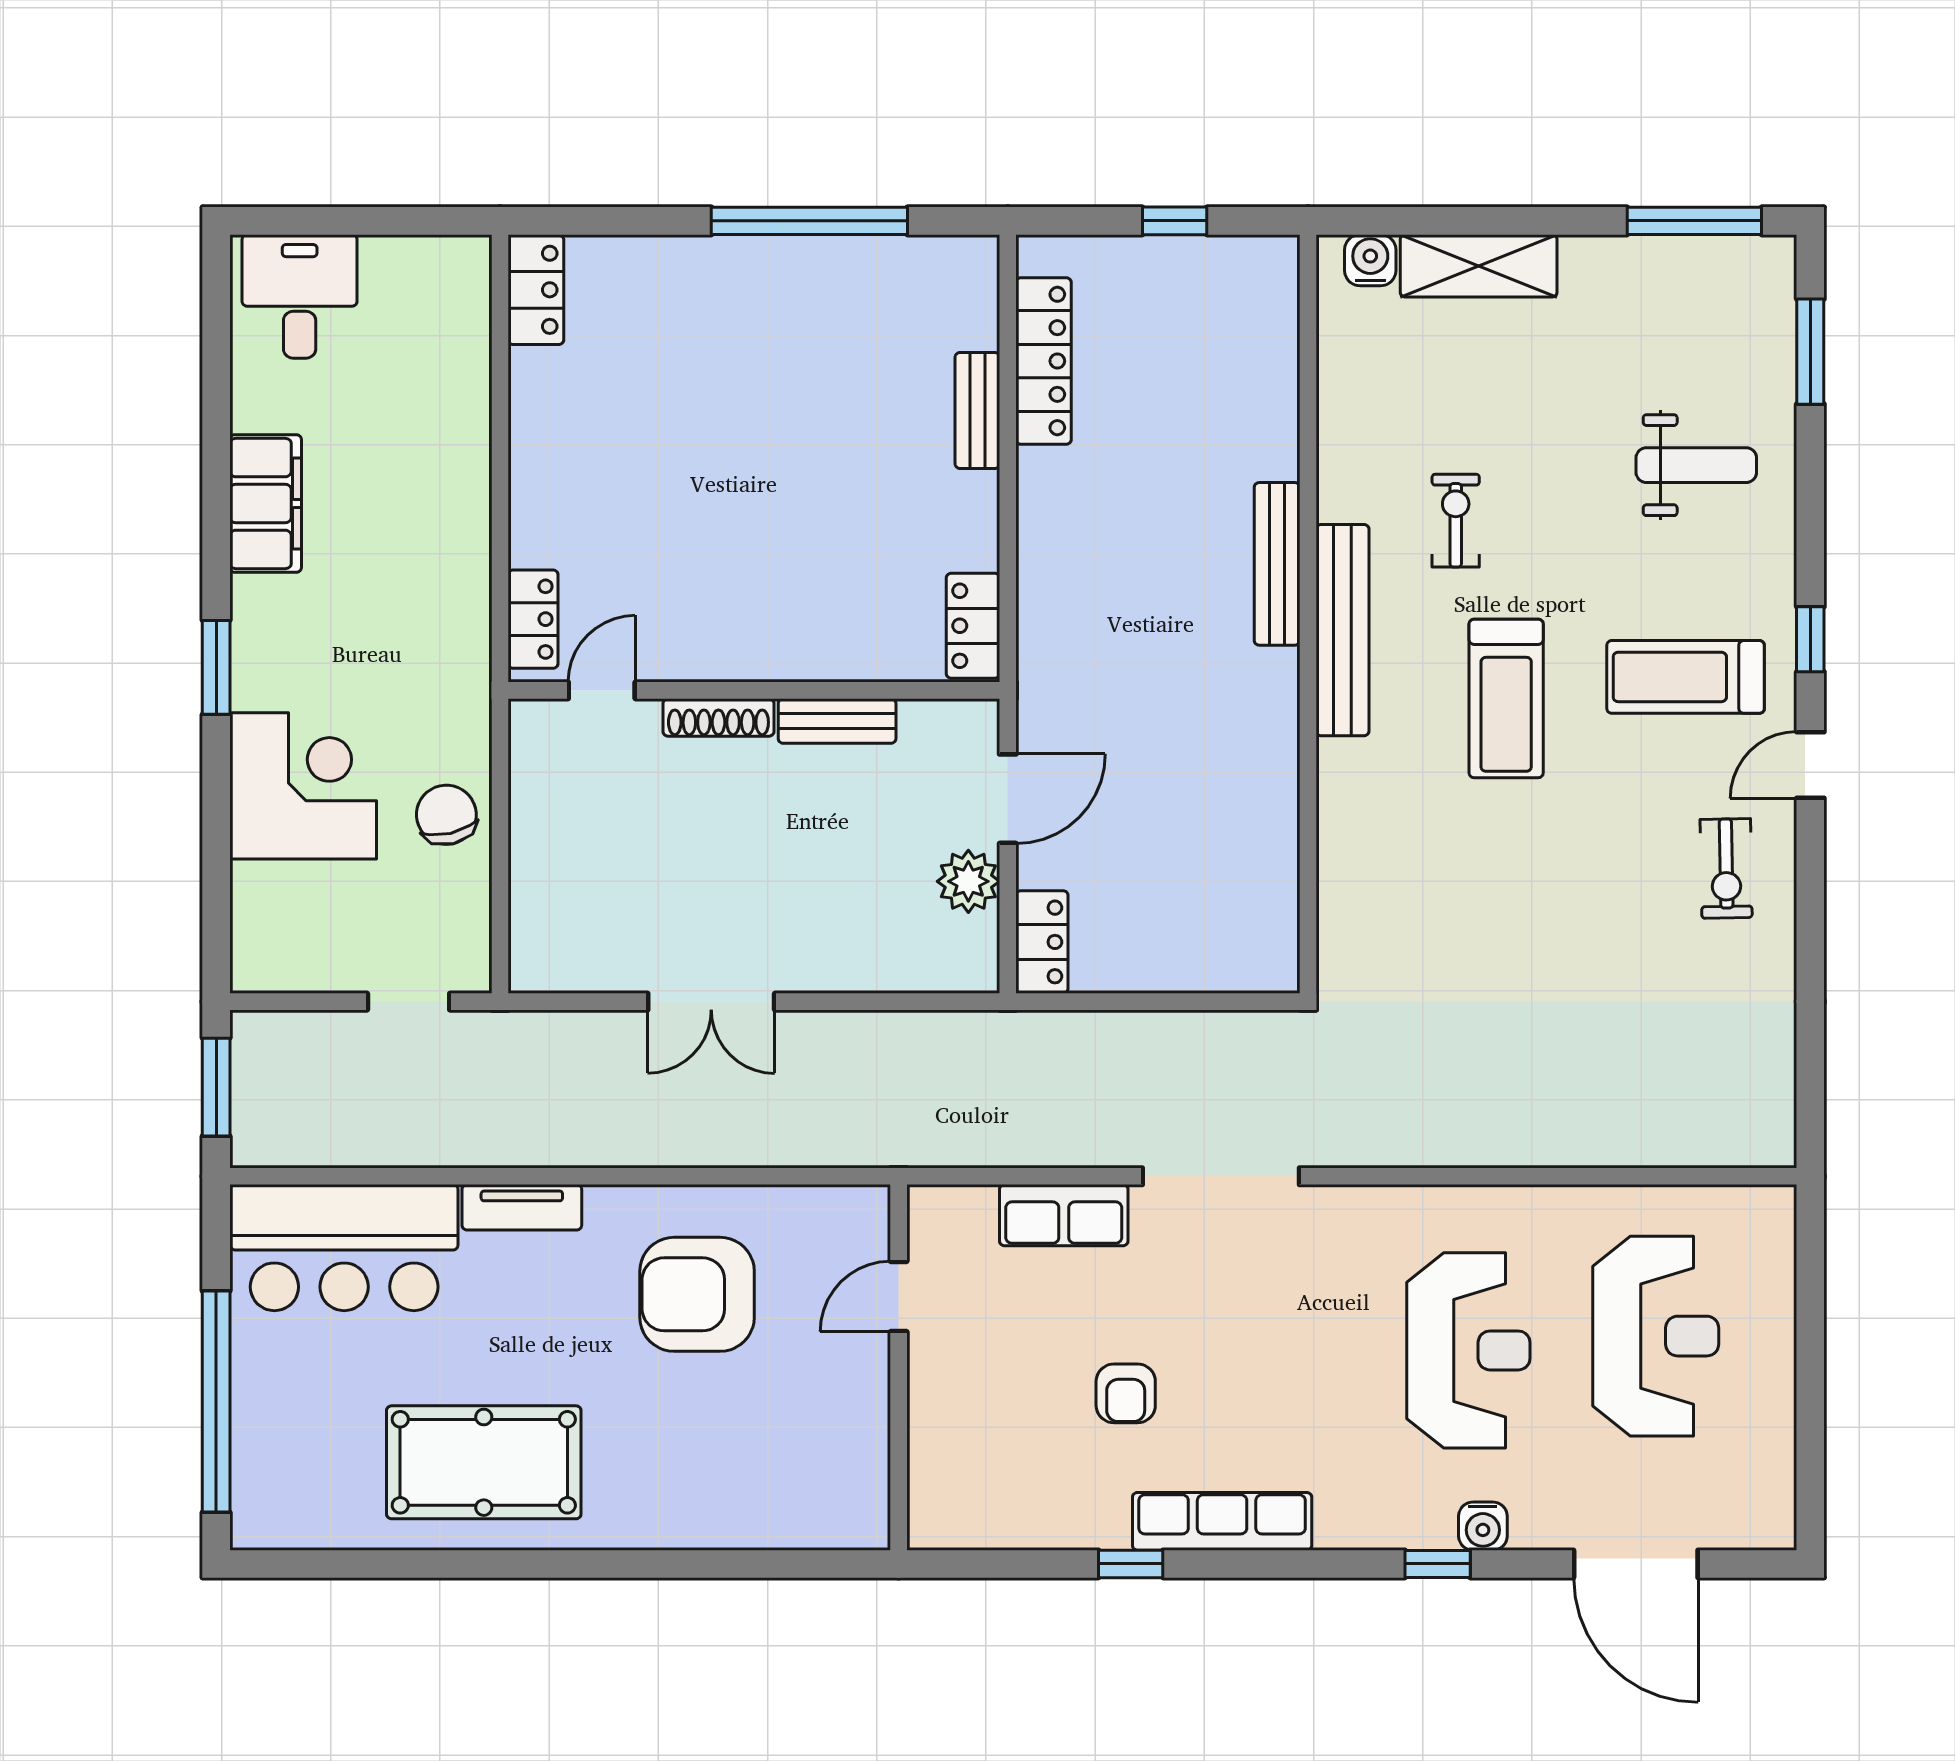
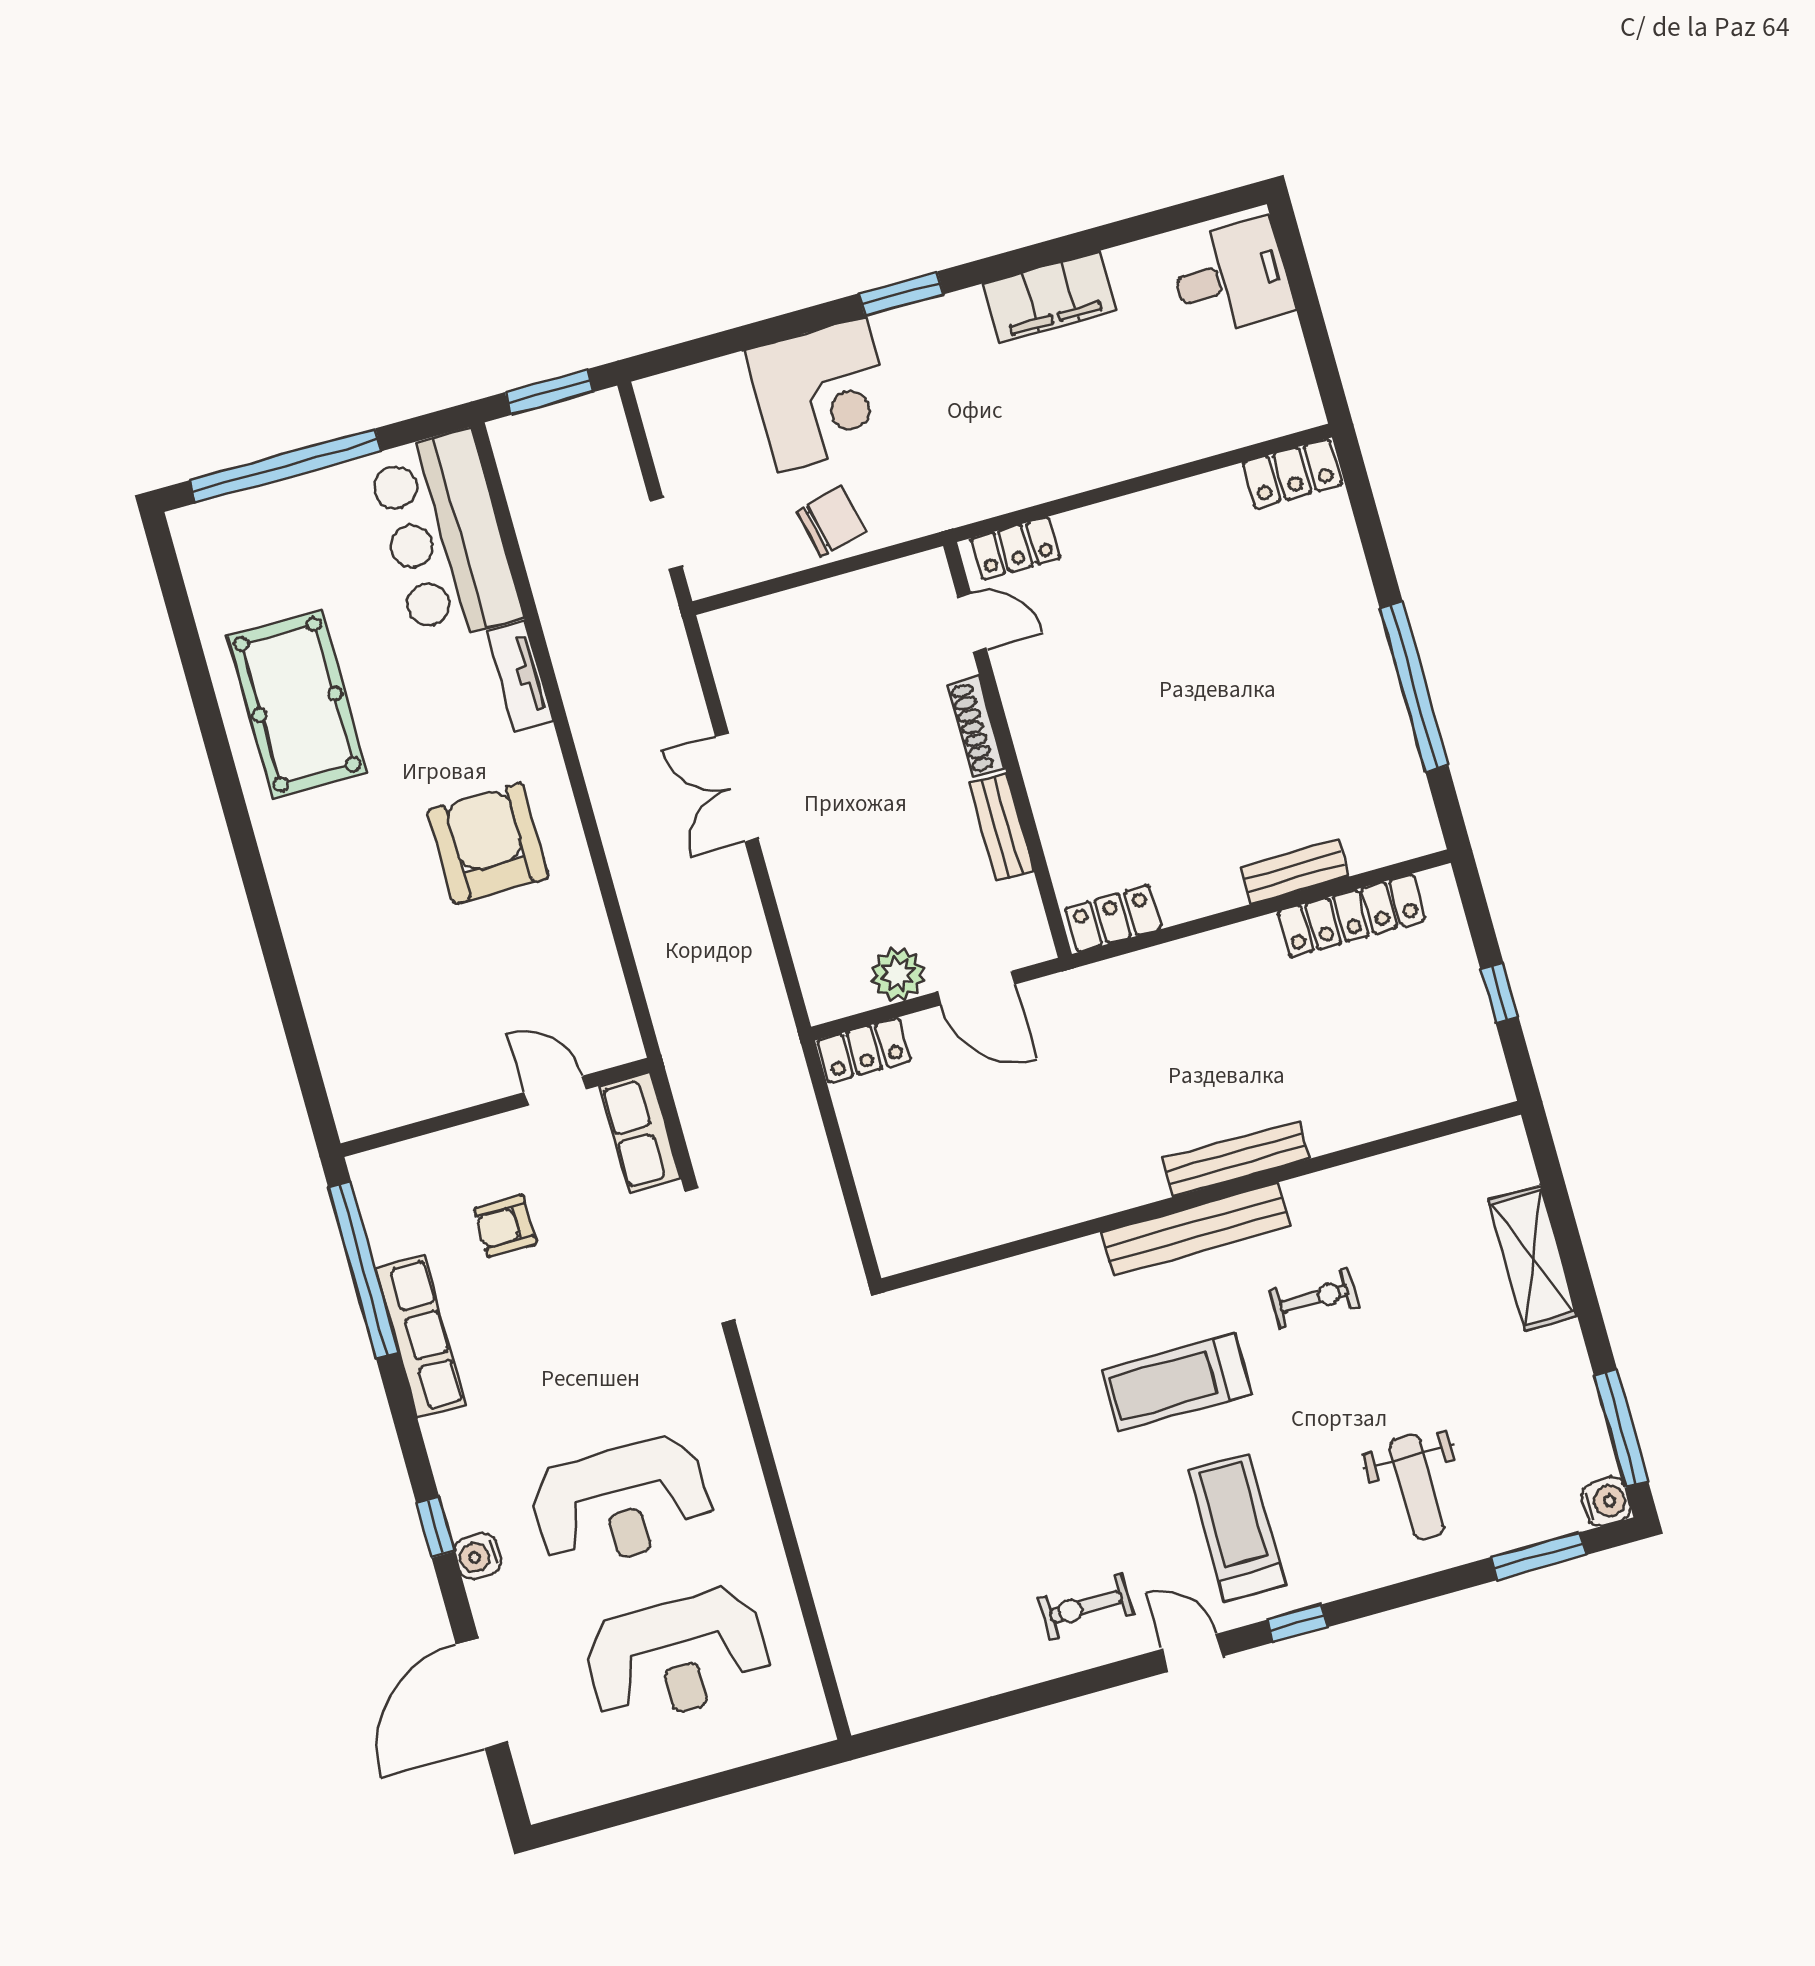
water cooler: (1370, 260) -> (1606, 1502), moved
door: (899, 1296) -> (555, 1091), moved
wall: (899, 1367) -> (496, 1107), moved
window: (1131, 1564) -> (364, 1270), width x3.17

